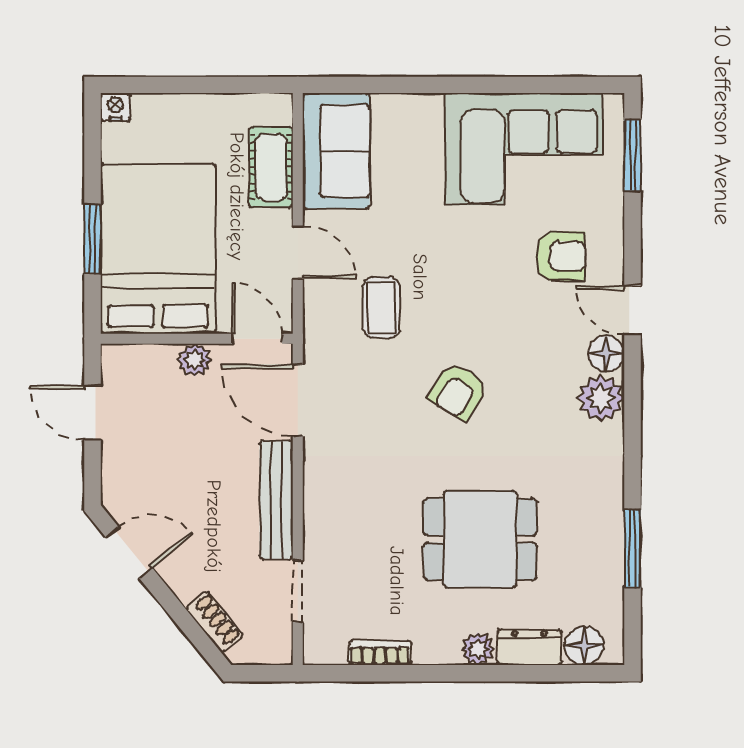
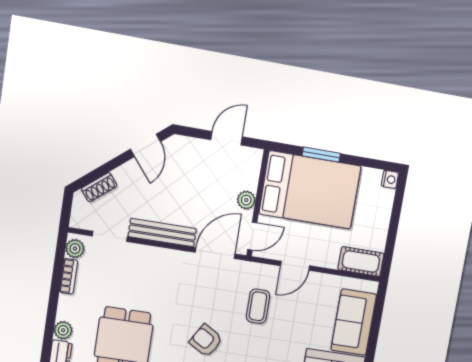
sofa: (336, 151) -> (354, 322), moved, turned 90
cot: (271, 167) -> (361, 262), moved
coffee table: (381, 307) -> (258, 306), turned 90
plant: (329, 649) -> (75, 249), added

